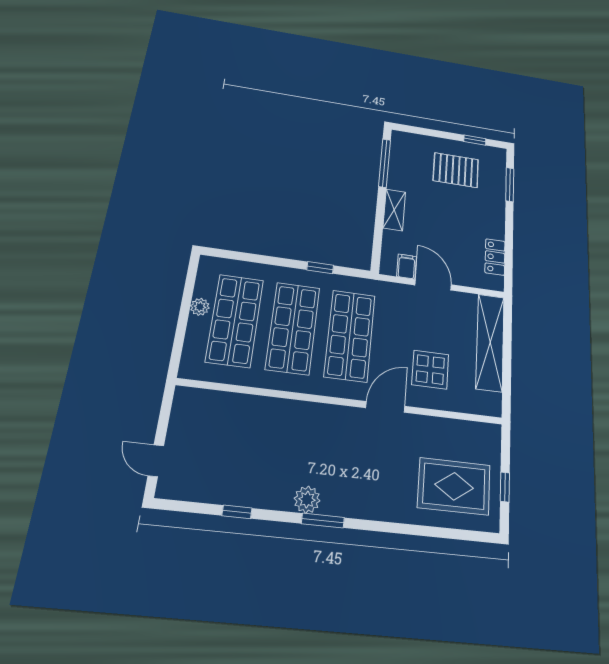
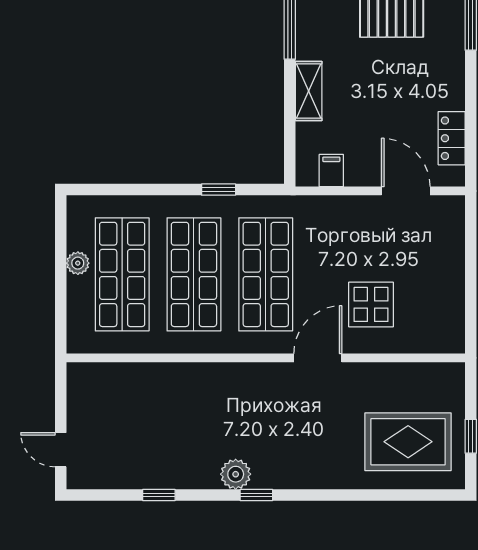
door: (433, 285) -> (406, 191), moved
shelving: (490, 342) -> (448, 259), removed
window: (323, 521) -> (256, 495), width x0.67

